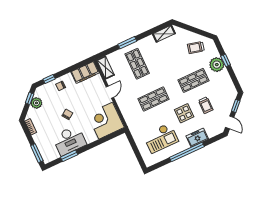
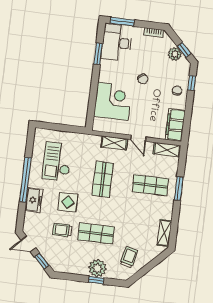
shop shelf: (193, 80) -> (96, 233), turned 90
shelving: (124, 107) -> (114, 143), added
corner desk: (106, 121) -> (113, 101), moved
desk: (69, 140) -> (117, 43), moved

